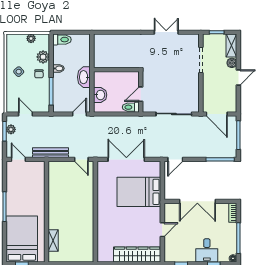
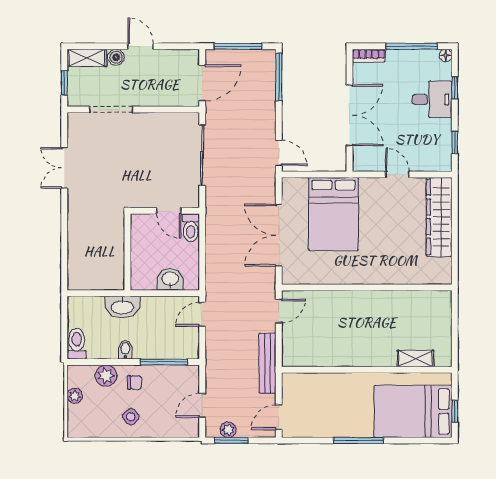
washbasin: (84, 77) -> (122, 307), moved
door: (79, 114) -> (202, 314), hinge flipped

